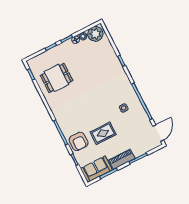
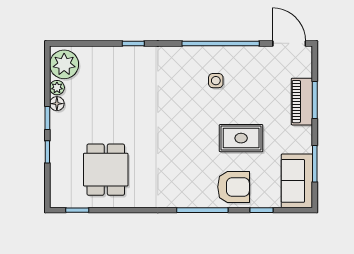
rug: (103, 133) -> (241, 138), turned 90
piano: (122, 159) -> (302, 102), moved

